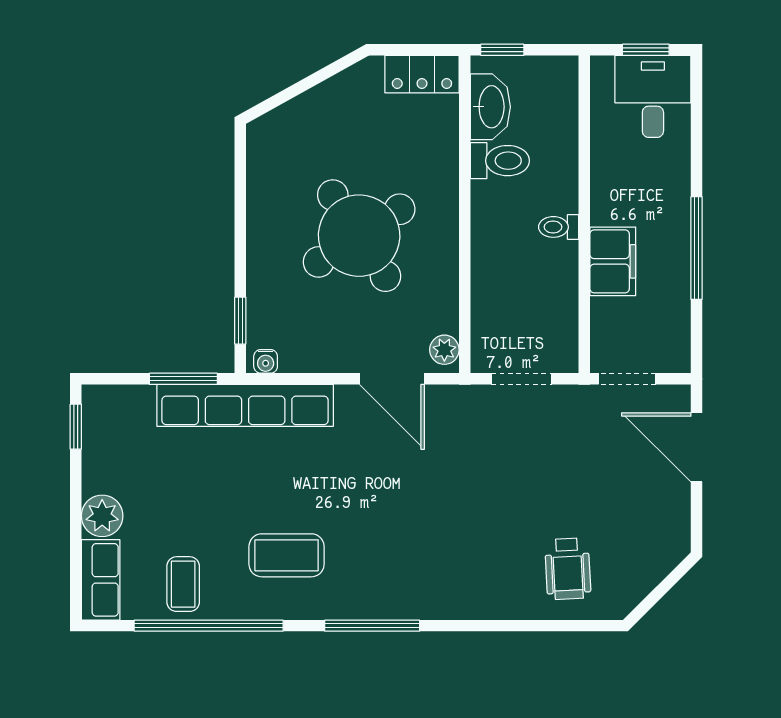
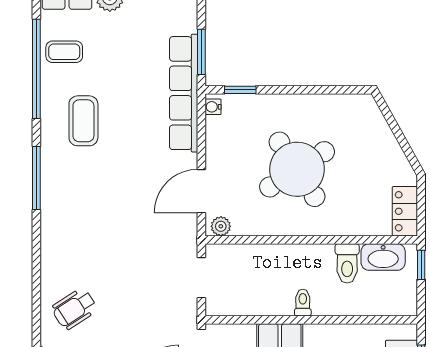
wheelchair: (568, 569) -> (74, 309), turned -30

